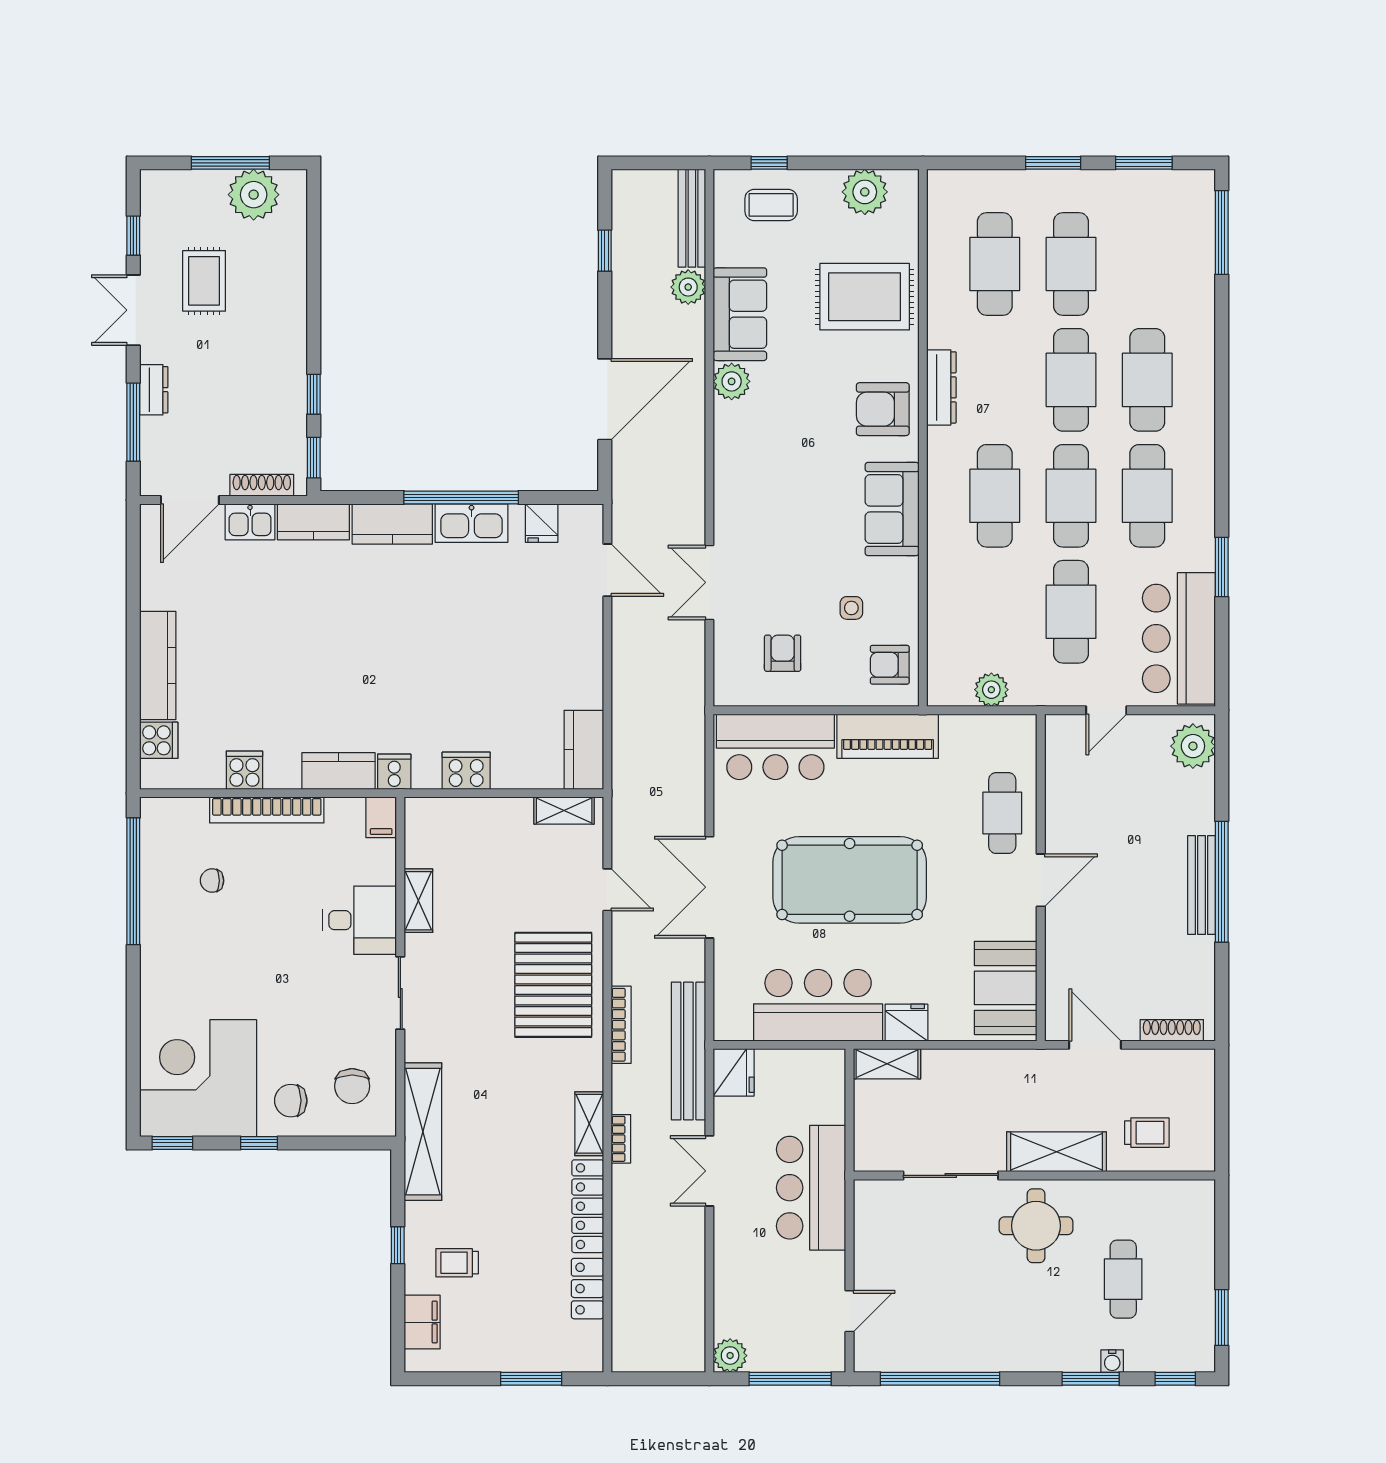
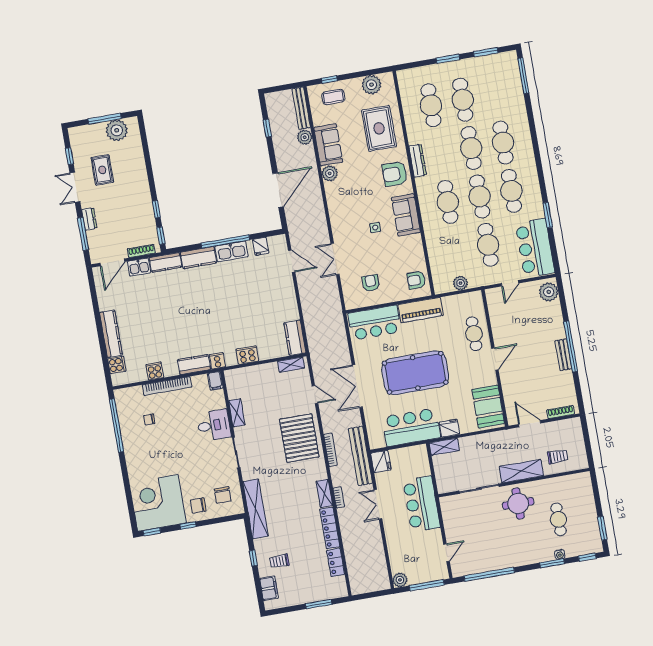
rug: (865, 297) -> (379, 128), turned 90
side table: (851, 608) -> (375, 228), moved
bench: (1202, 885) -> (563, 355), width x0.73

